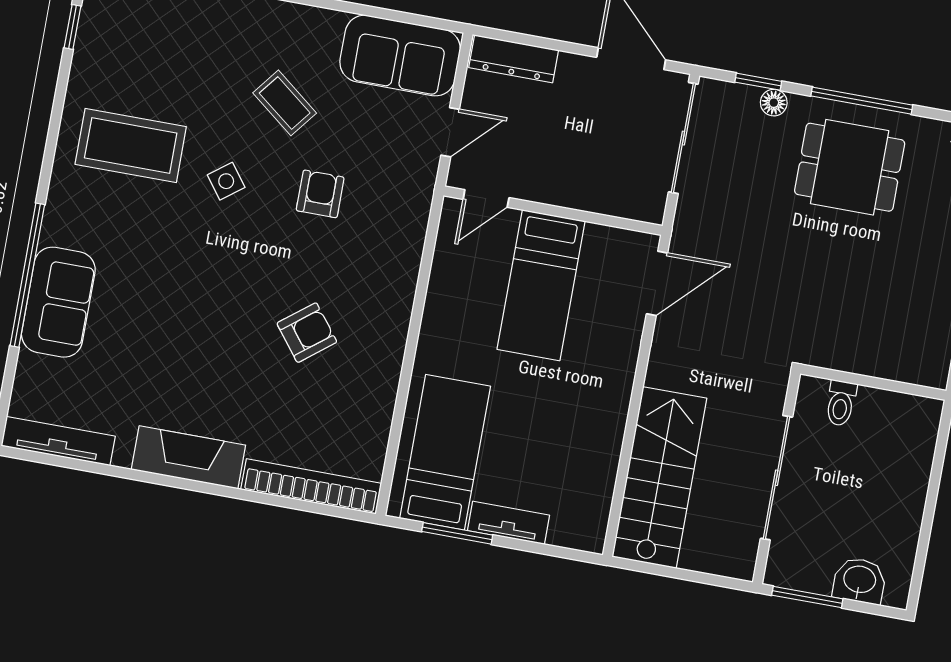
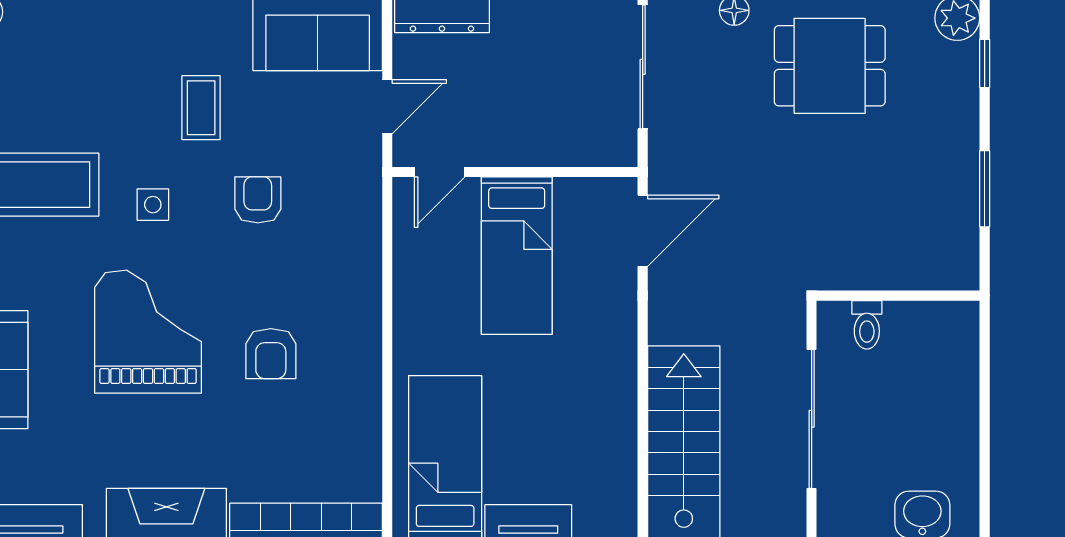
coffee table: (285, 103) -> (201, 108), turned 52
side table: (226, 181) -> (153, 205), turned 37
grand piano: (201, 293) -> (148, 332), added
armchair: (307, 333) -> (271, 354), turned 128

